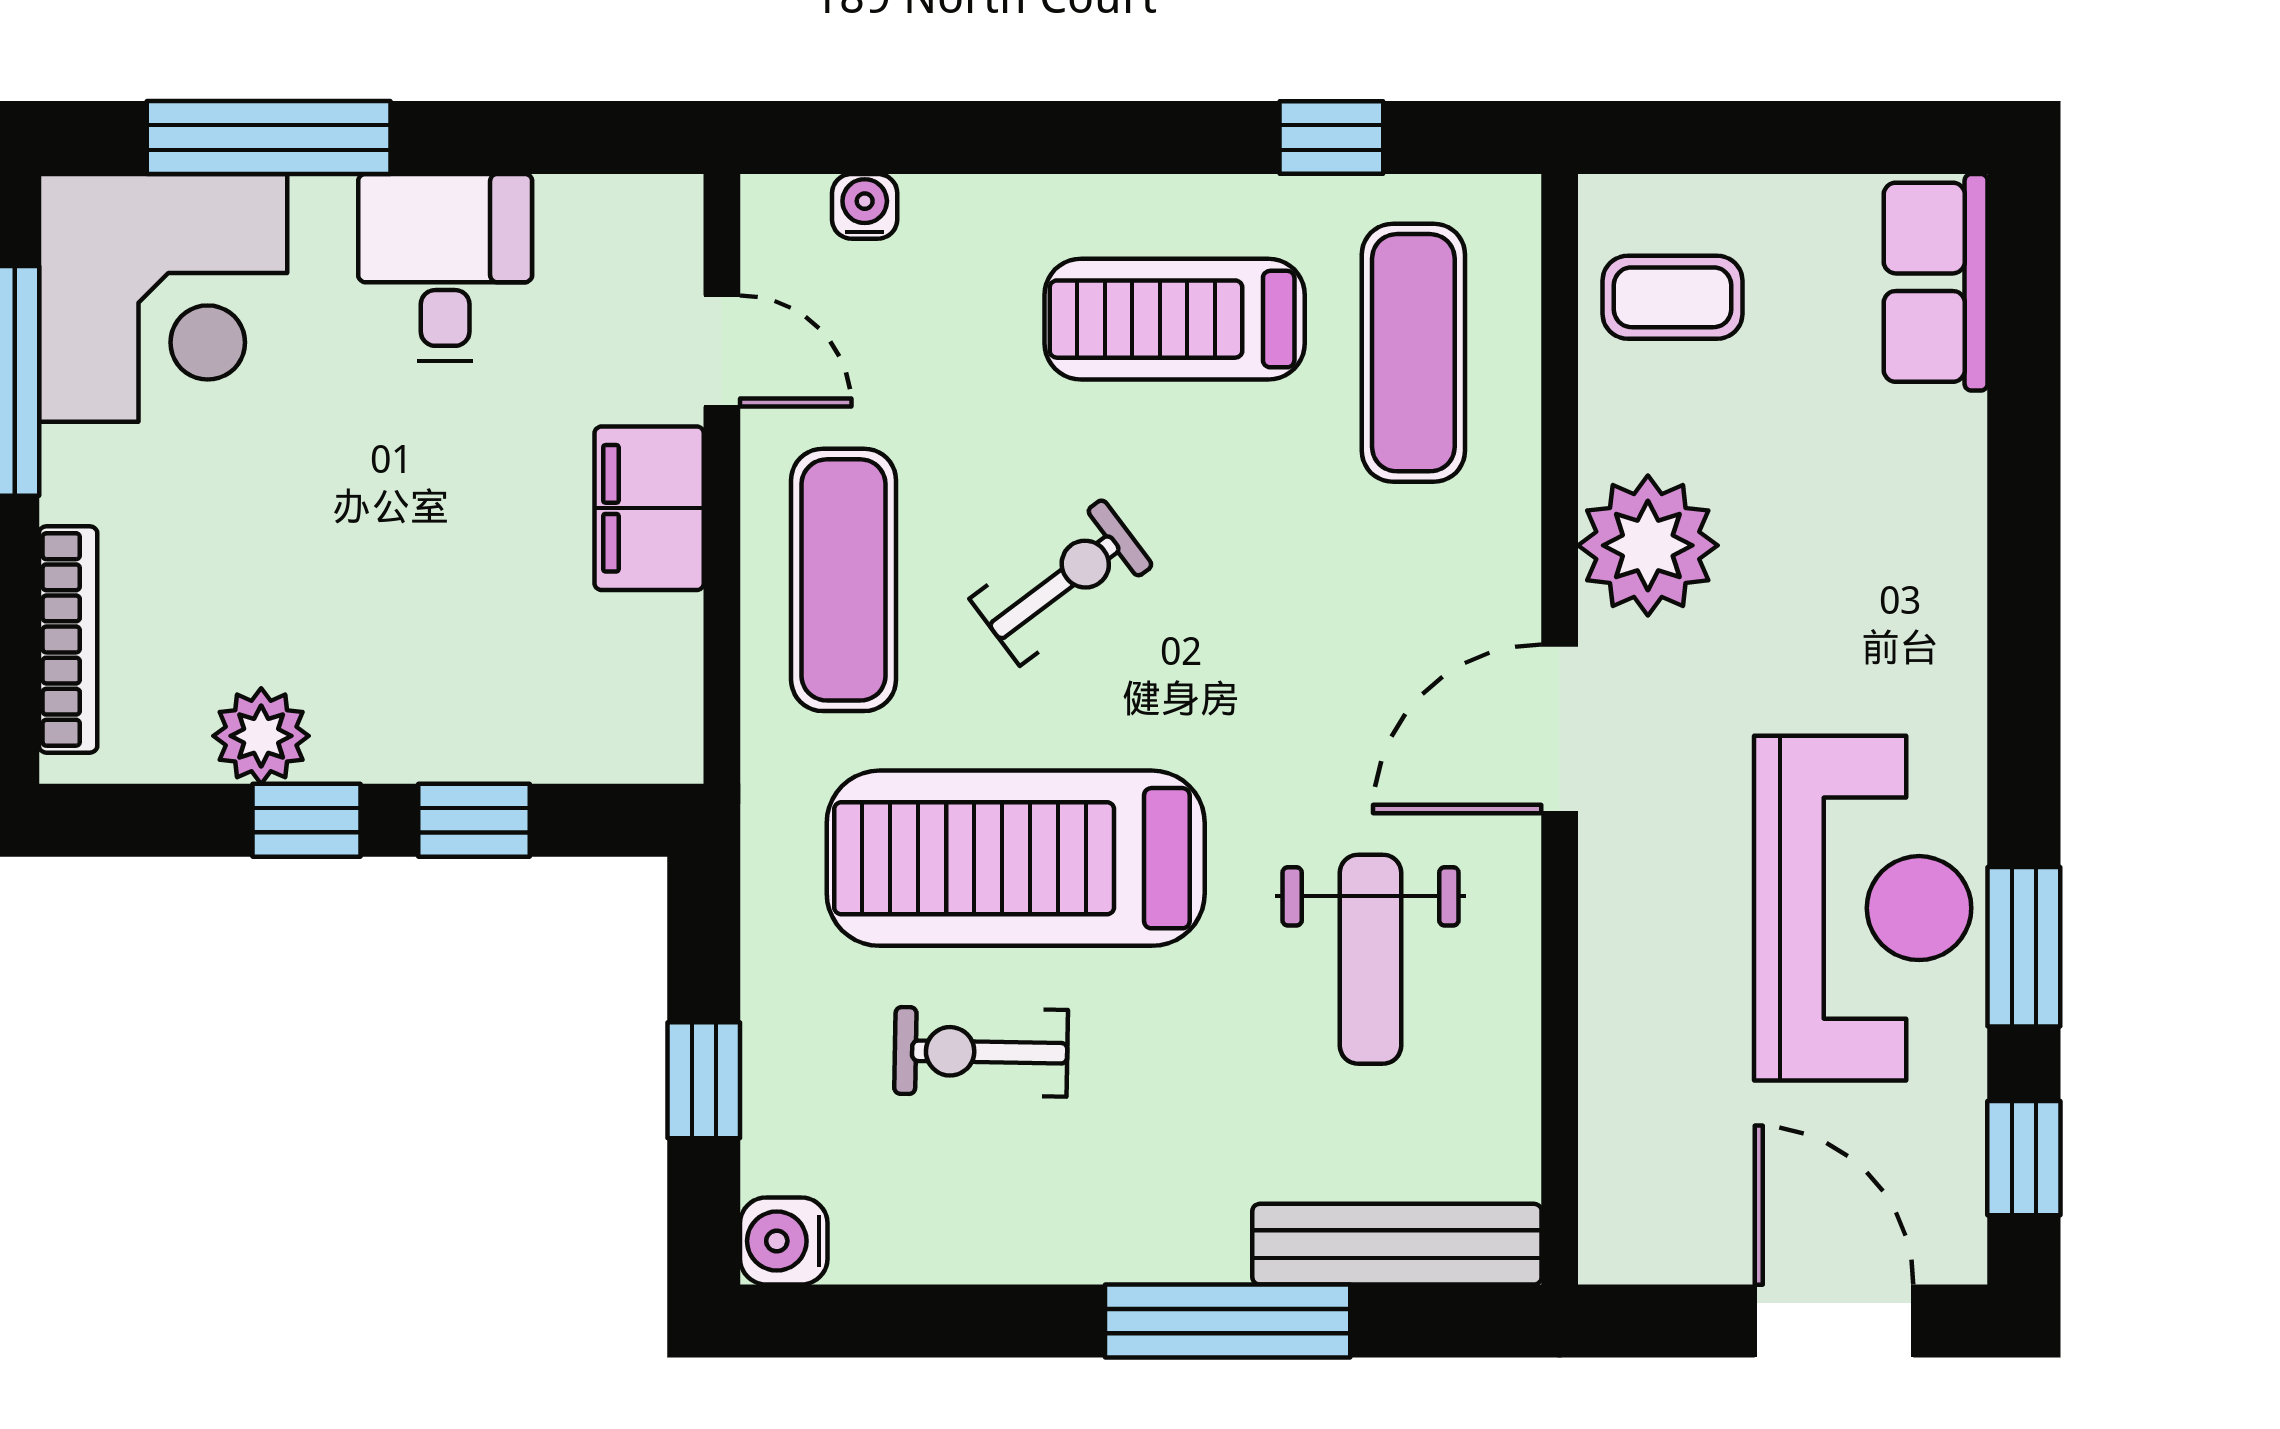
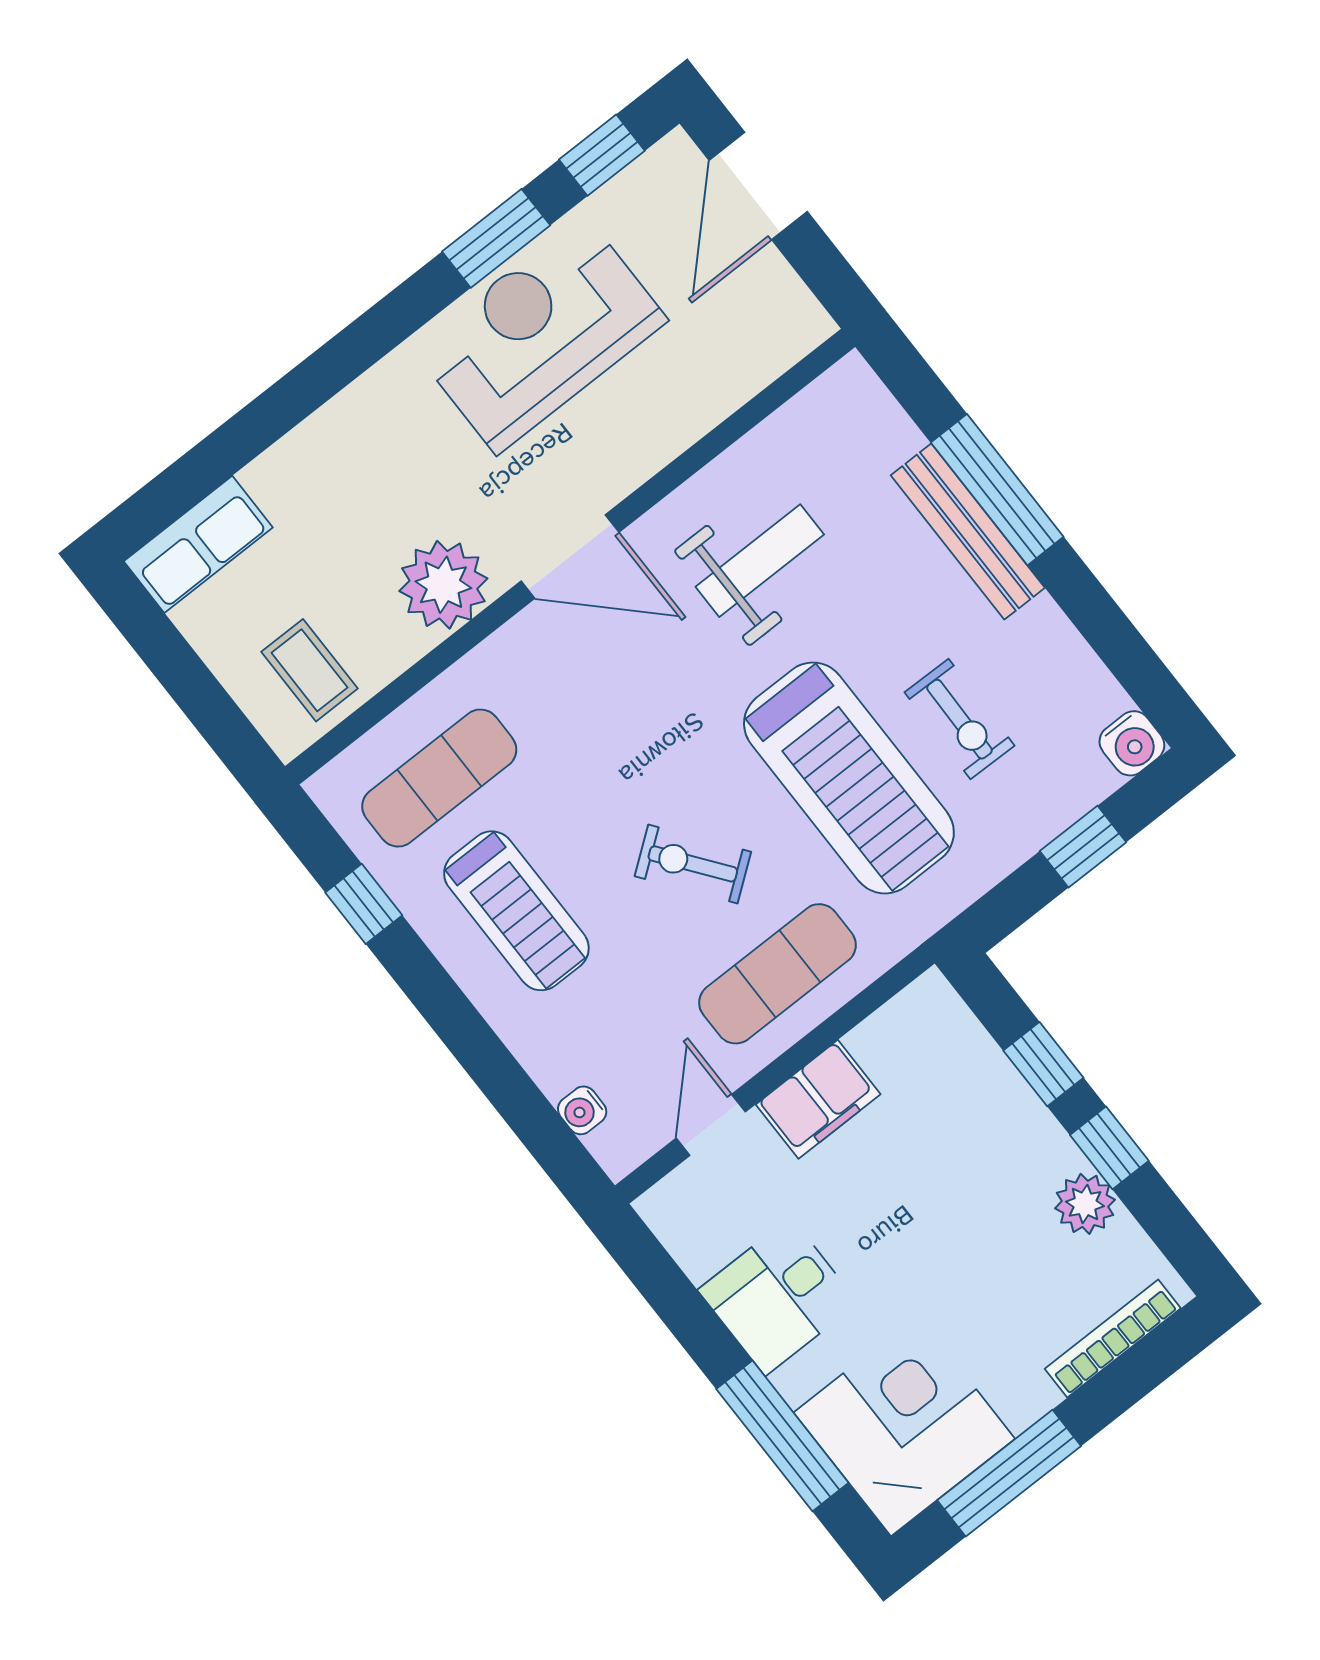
bench: (1397, 1244) -> (968, 531), moved

